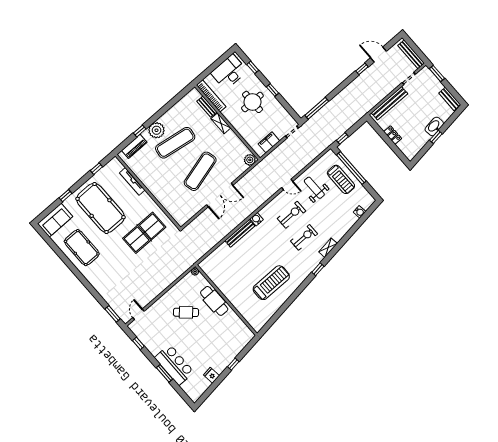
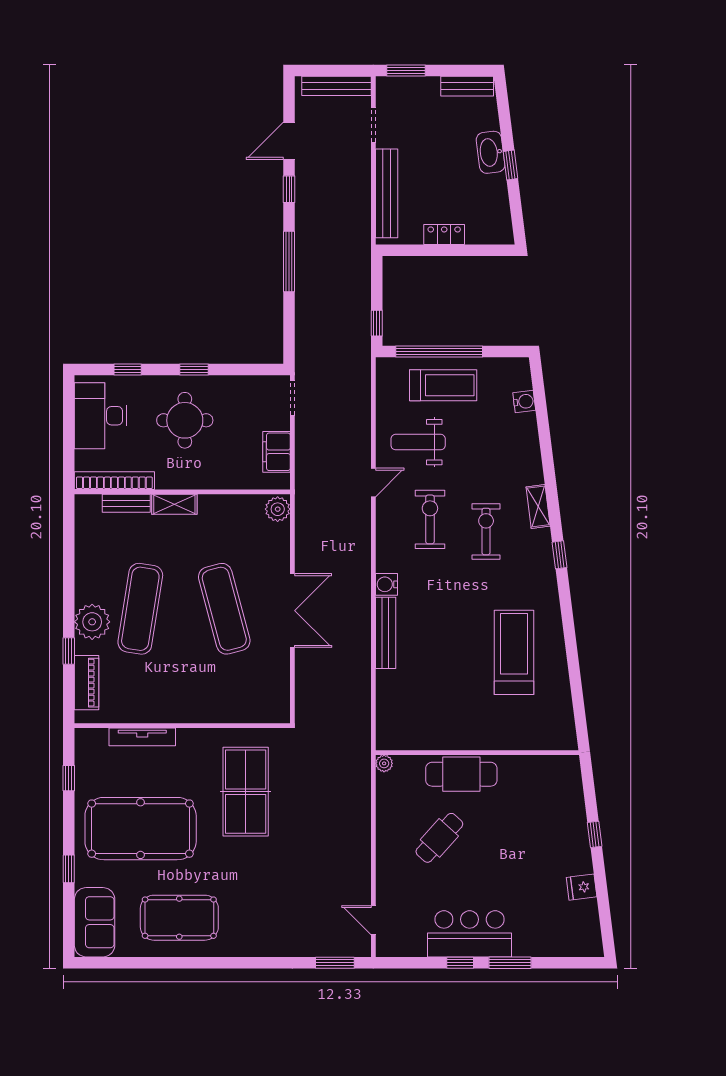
window: (317, 108) -> (289, 262), moved
window: (138, 343) -> (460, 963), moved
bar counter: (174, 365) -> (470, 934), moved

